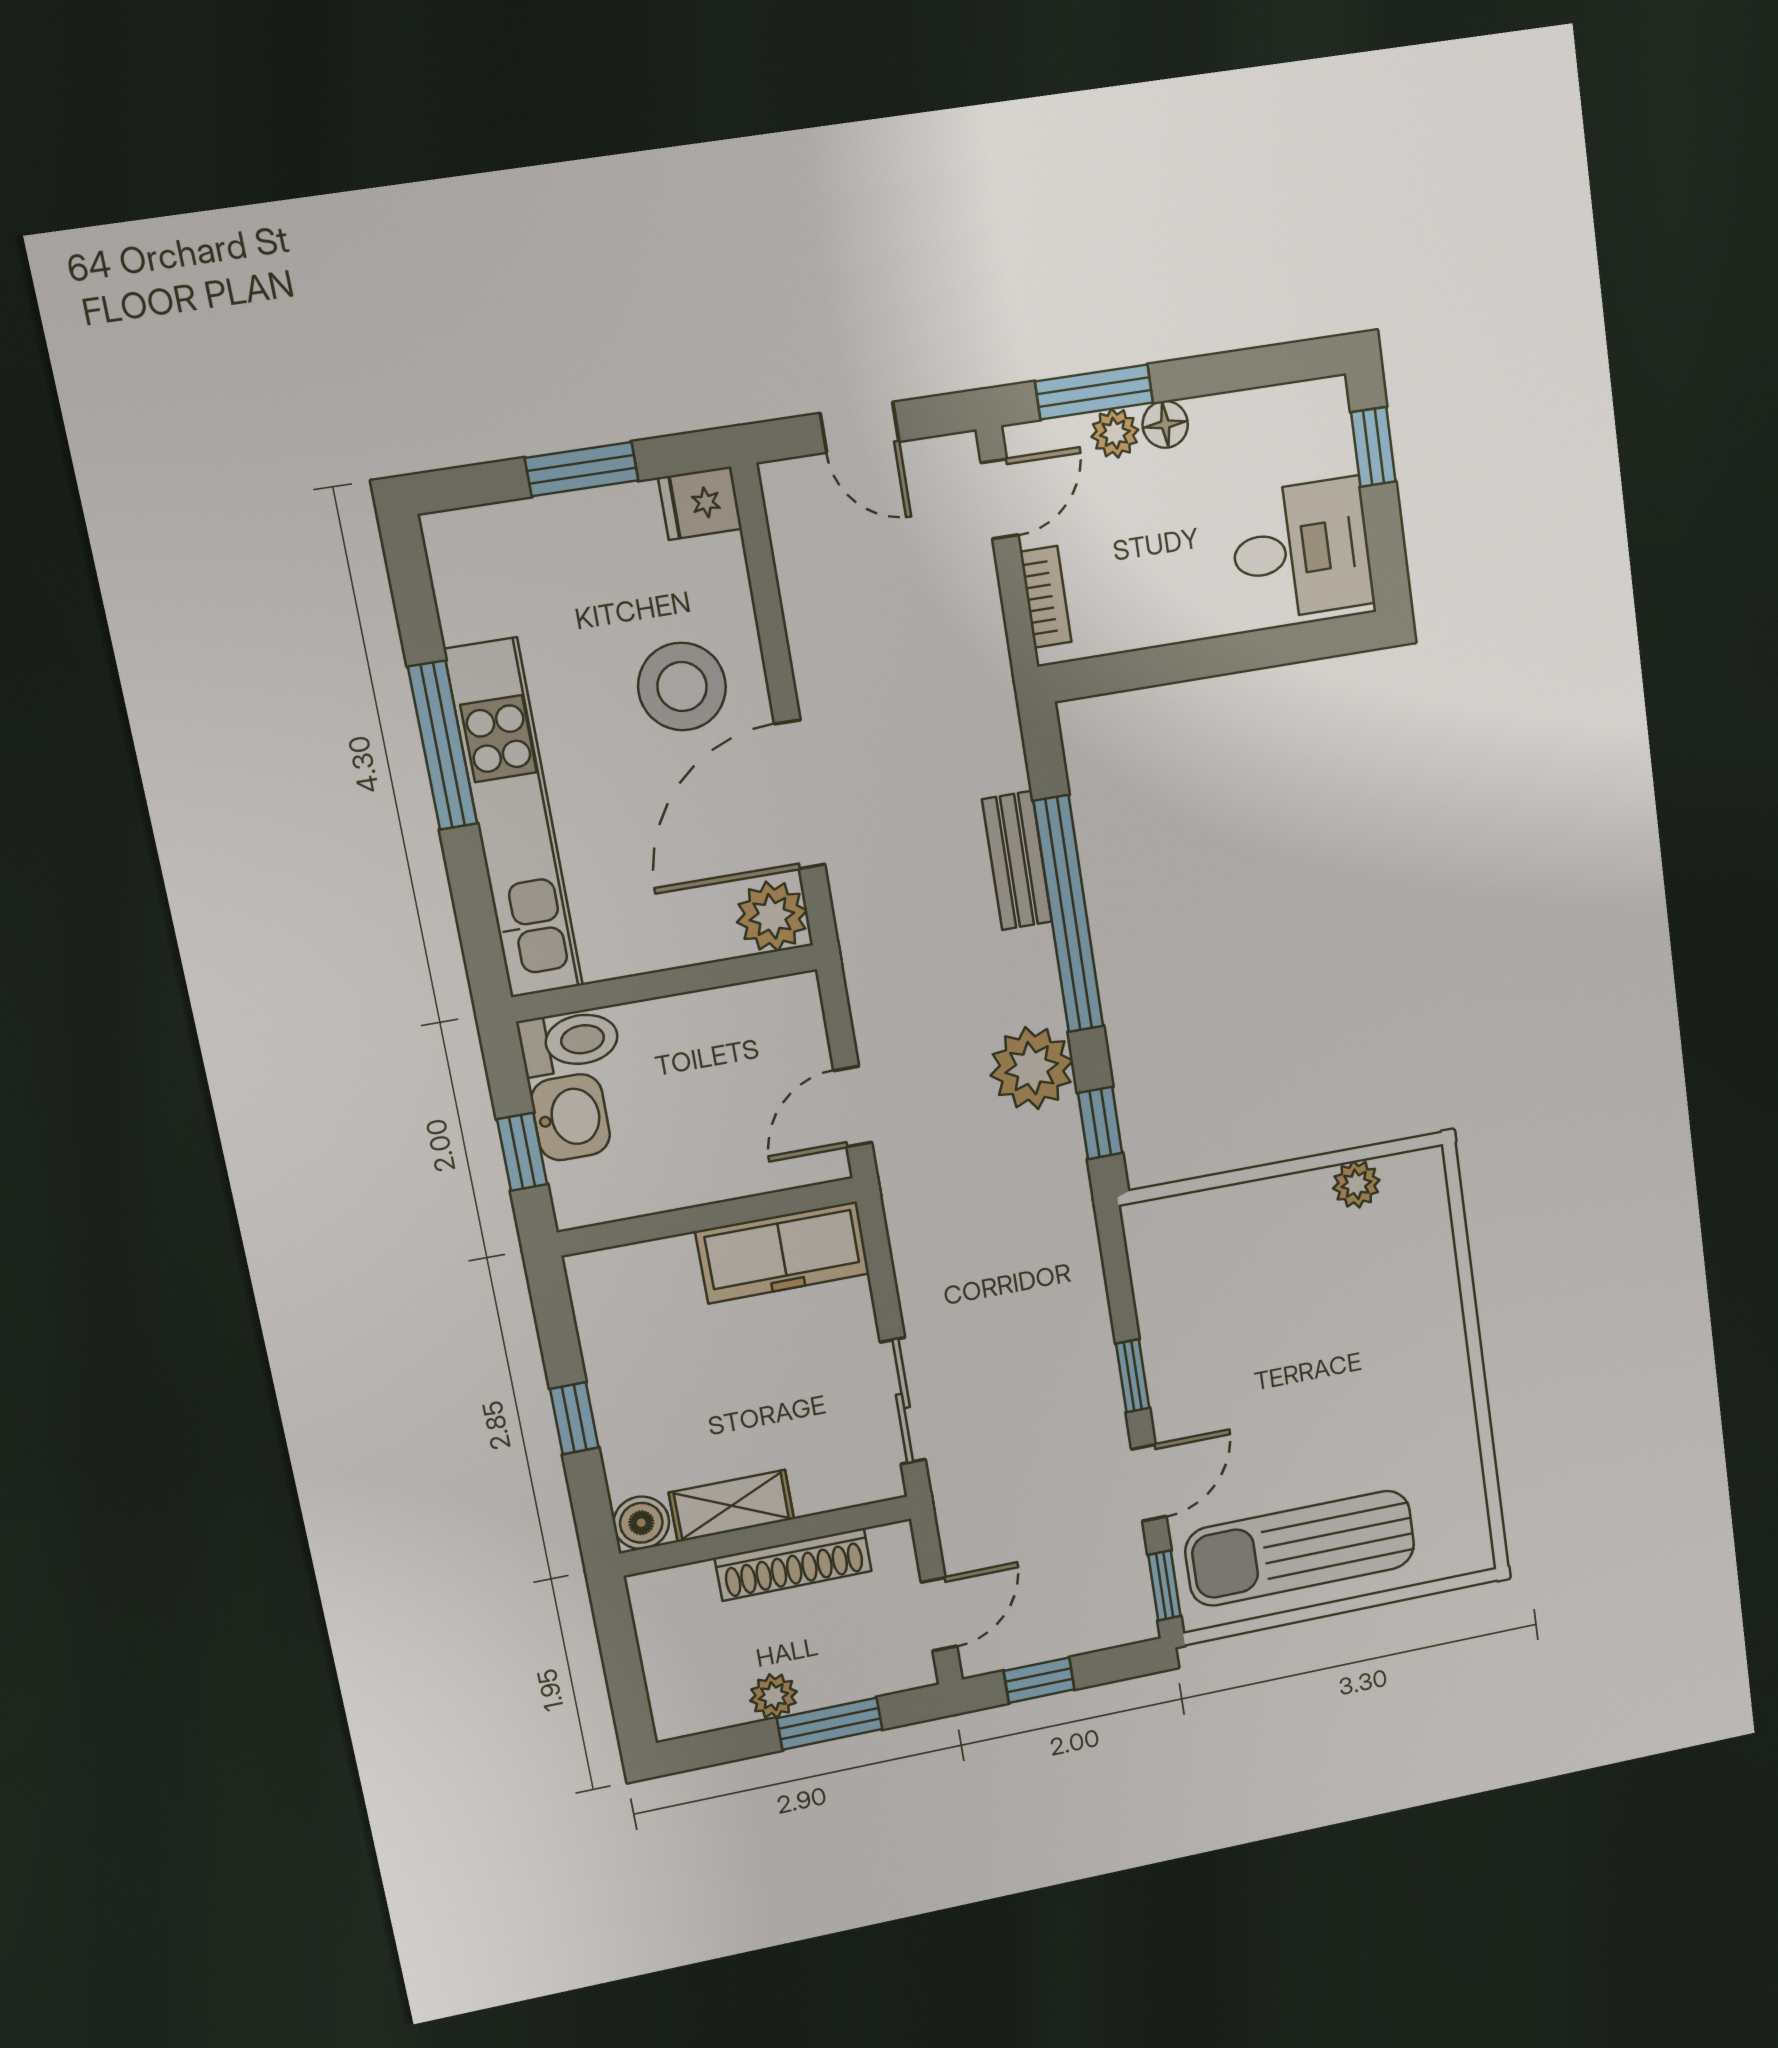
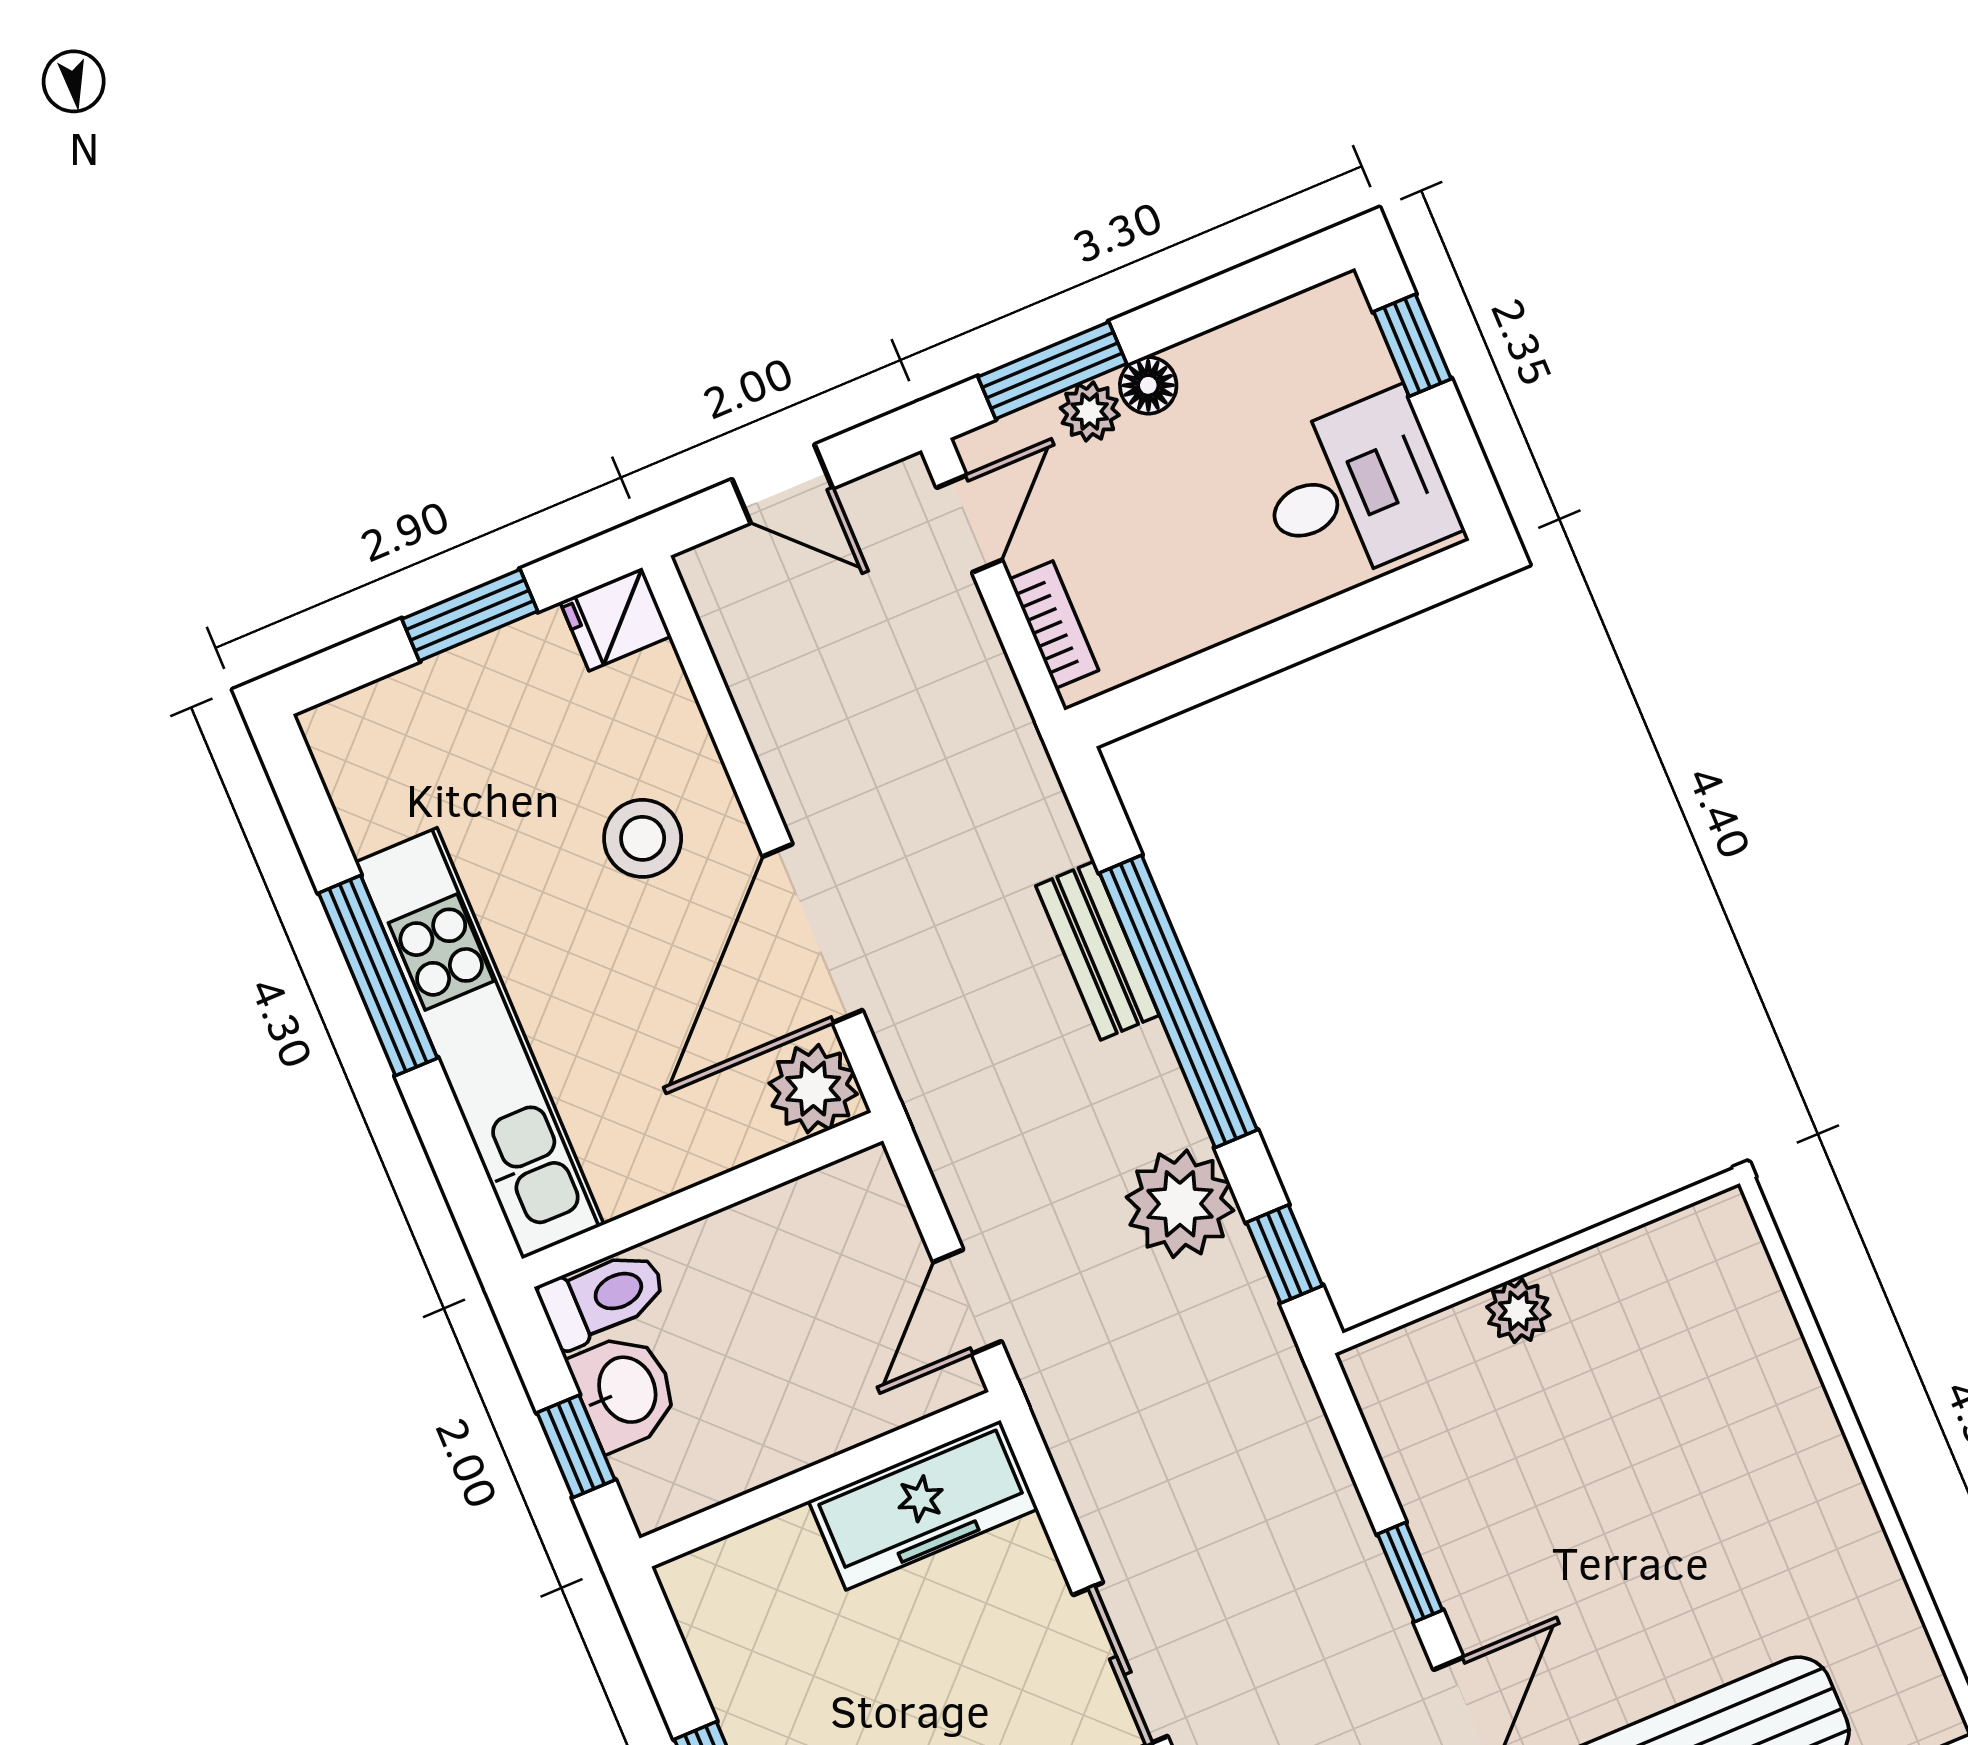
stool: (682, 687) -> (643, 838), width x0.73, depth x0.73
plant: (1356, 1184) -> (1518, 1311), moved

